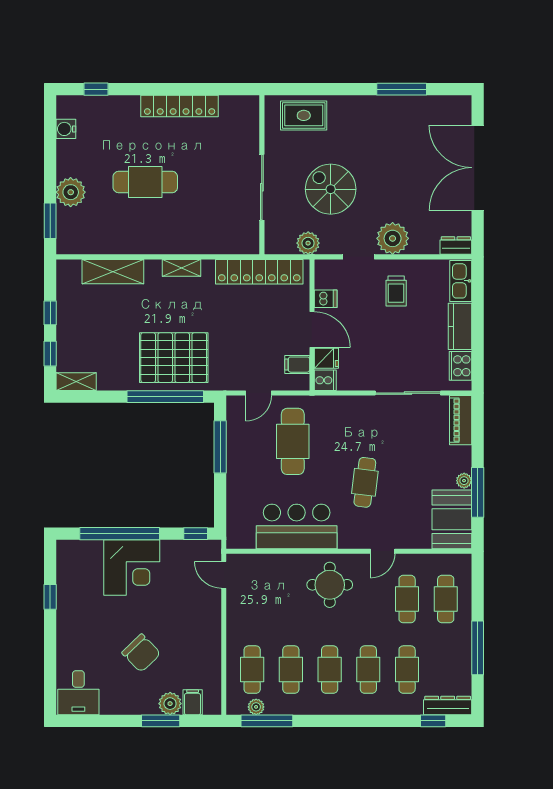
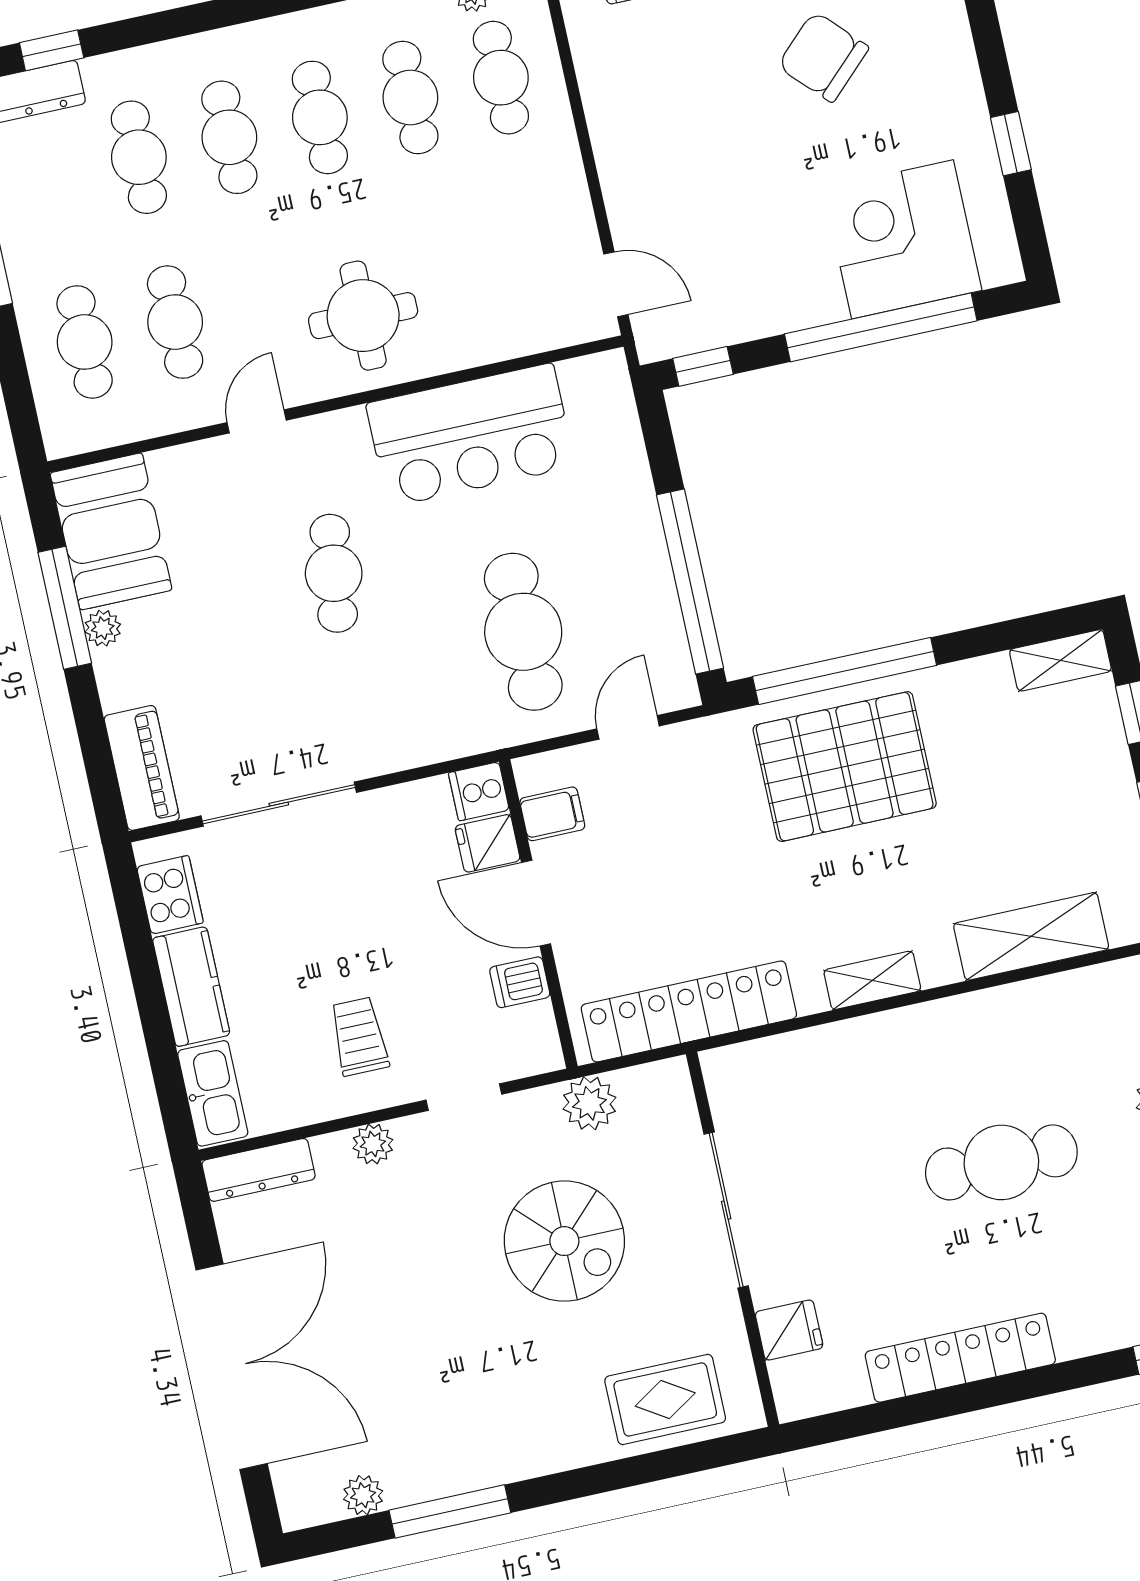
plant: (436, 104) -> (363, 1495), added
fridge: (247, 133) -> (789, 1330), added
plant: (393, 238) -> (373, 1144), width x0.53, depth x0.53
dresser: (456, 246) -> (259, 1170), width x1.44
window: (220, 447) -> (690, 582), width x1.46
corner desk: (132, 568) -> (902, 239), moved
chair: (141, 653) -> (823, 57), moved

